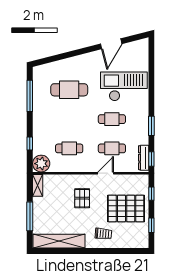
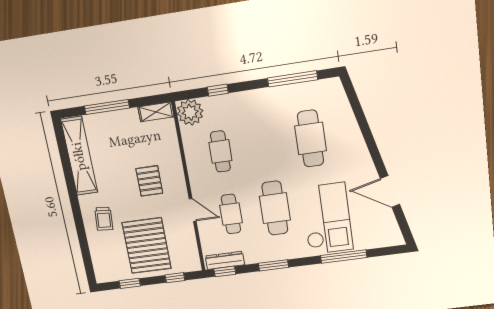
window: (151, 79) -> (344, 256), added
cafe table: (112, 119) -> (275, 208), width x1.37, depth x1.35
pallet: (82, 198) -> (149, 181), turned 90

